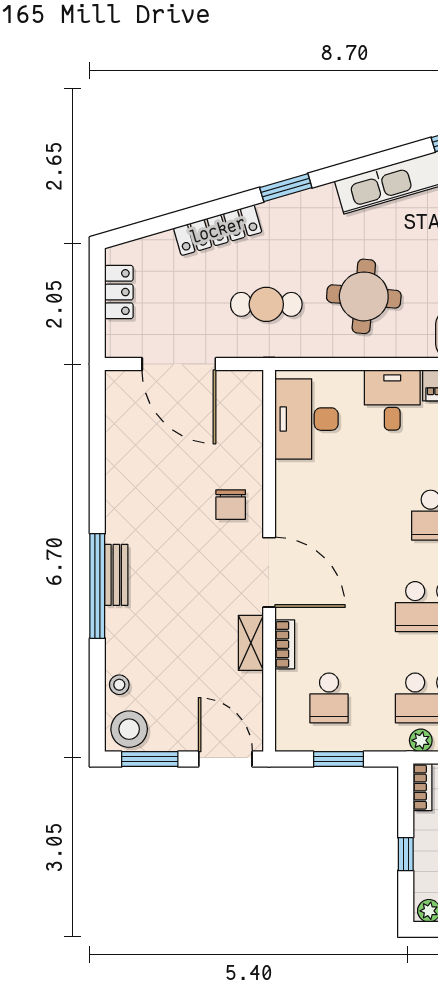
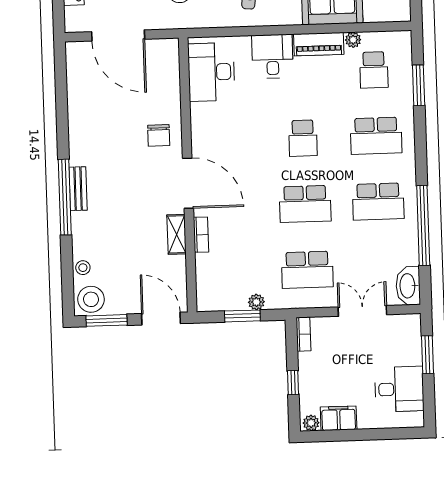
school desk: (329, 698) -> (234, 272), removed
plant: (421, 740) -> (256, 302), moved

